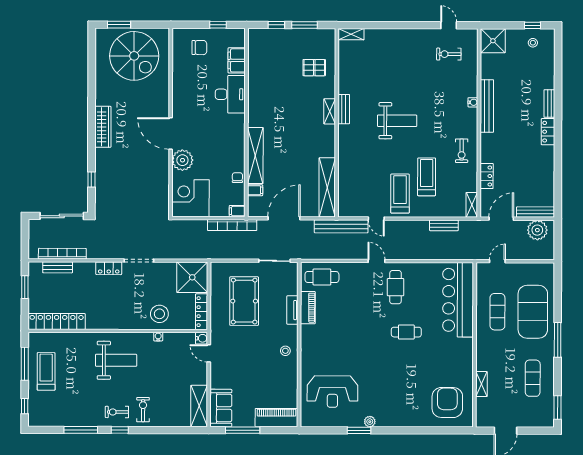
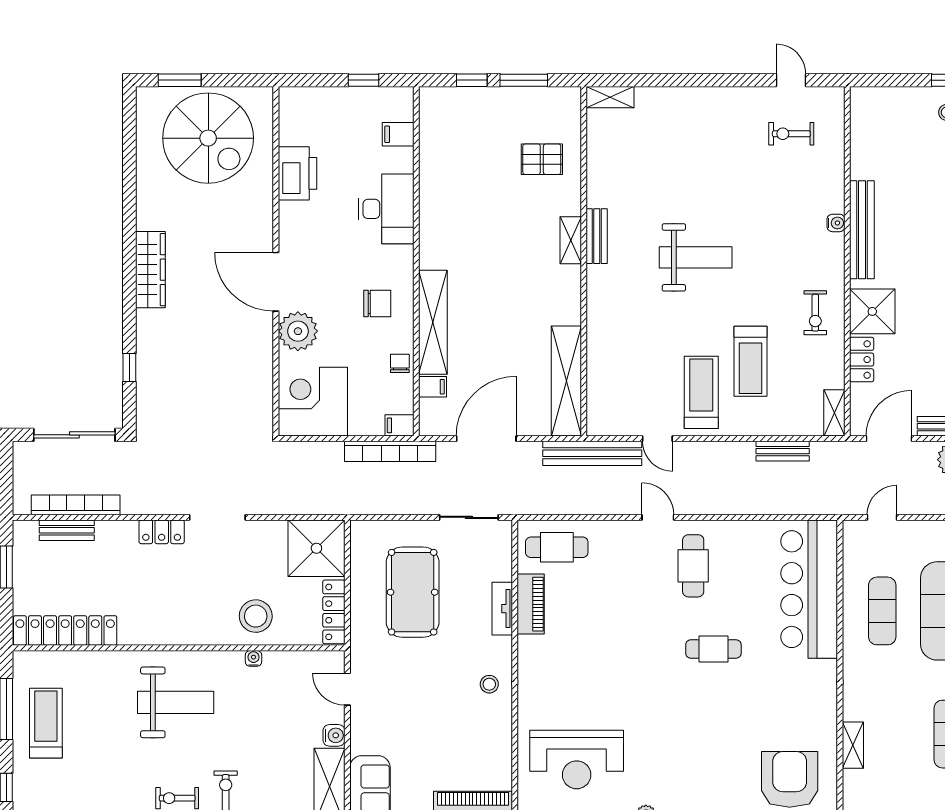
shower: (493, 41) -> (872, 311), moved
chair: (199, 48) -> (377, 303), moved
filing cabinet: (237, 60) -> (398, 134), width x0.50
printer: (182, 75) -> (298, 173), added
treadmill: (427, 177) -> (750, 361), turned 180
water cooler: (202, 338) -> (334, 735), moved

